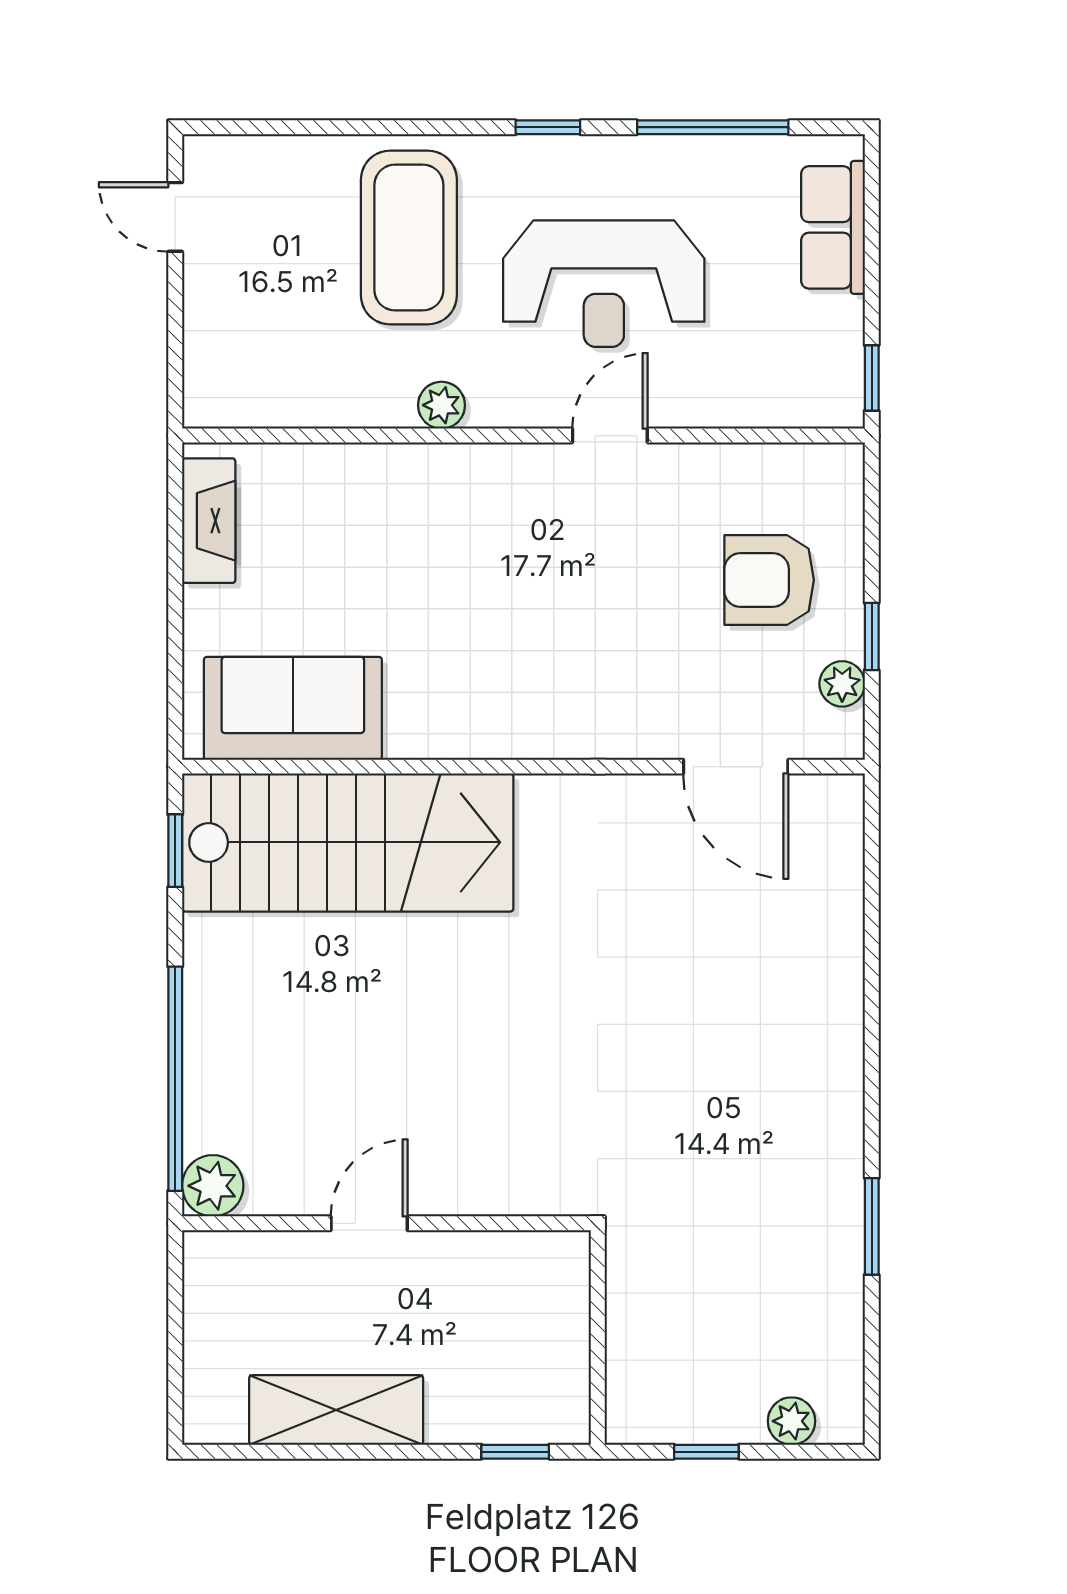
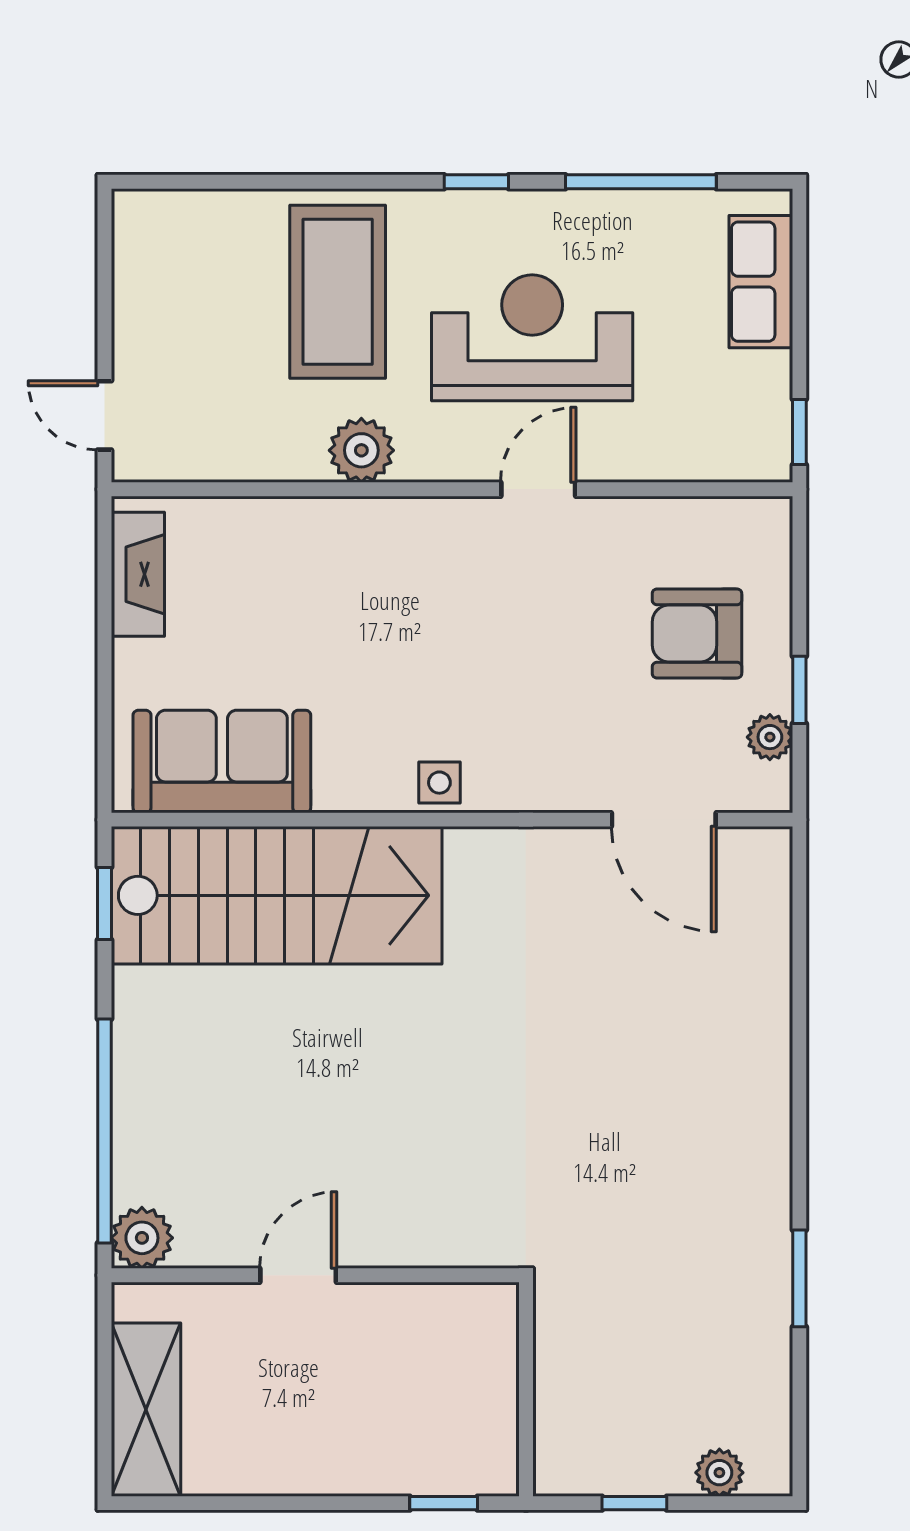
door: (175, 217) -> (105, 415), moved
reception desk: (604, 284) -> (532, 338), turned 180
plant: (441, 405) -> (361, 450), width x1.38, depth x1.38
side table: (511, 729) -> (439, 783), added
shelving: (336, 1410) -> (146, 1410), moved, turned 90

